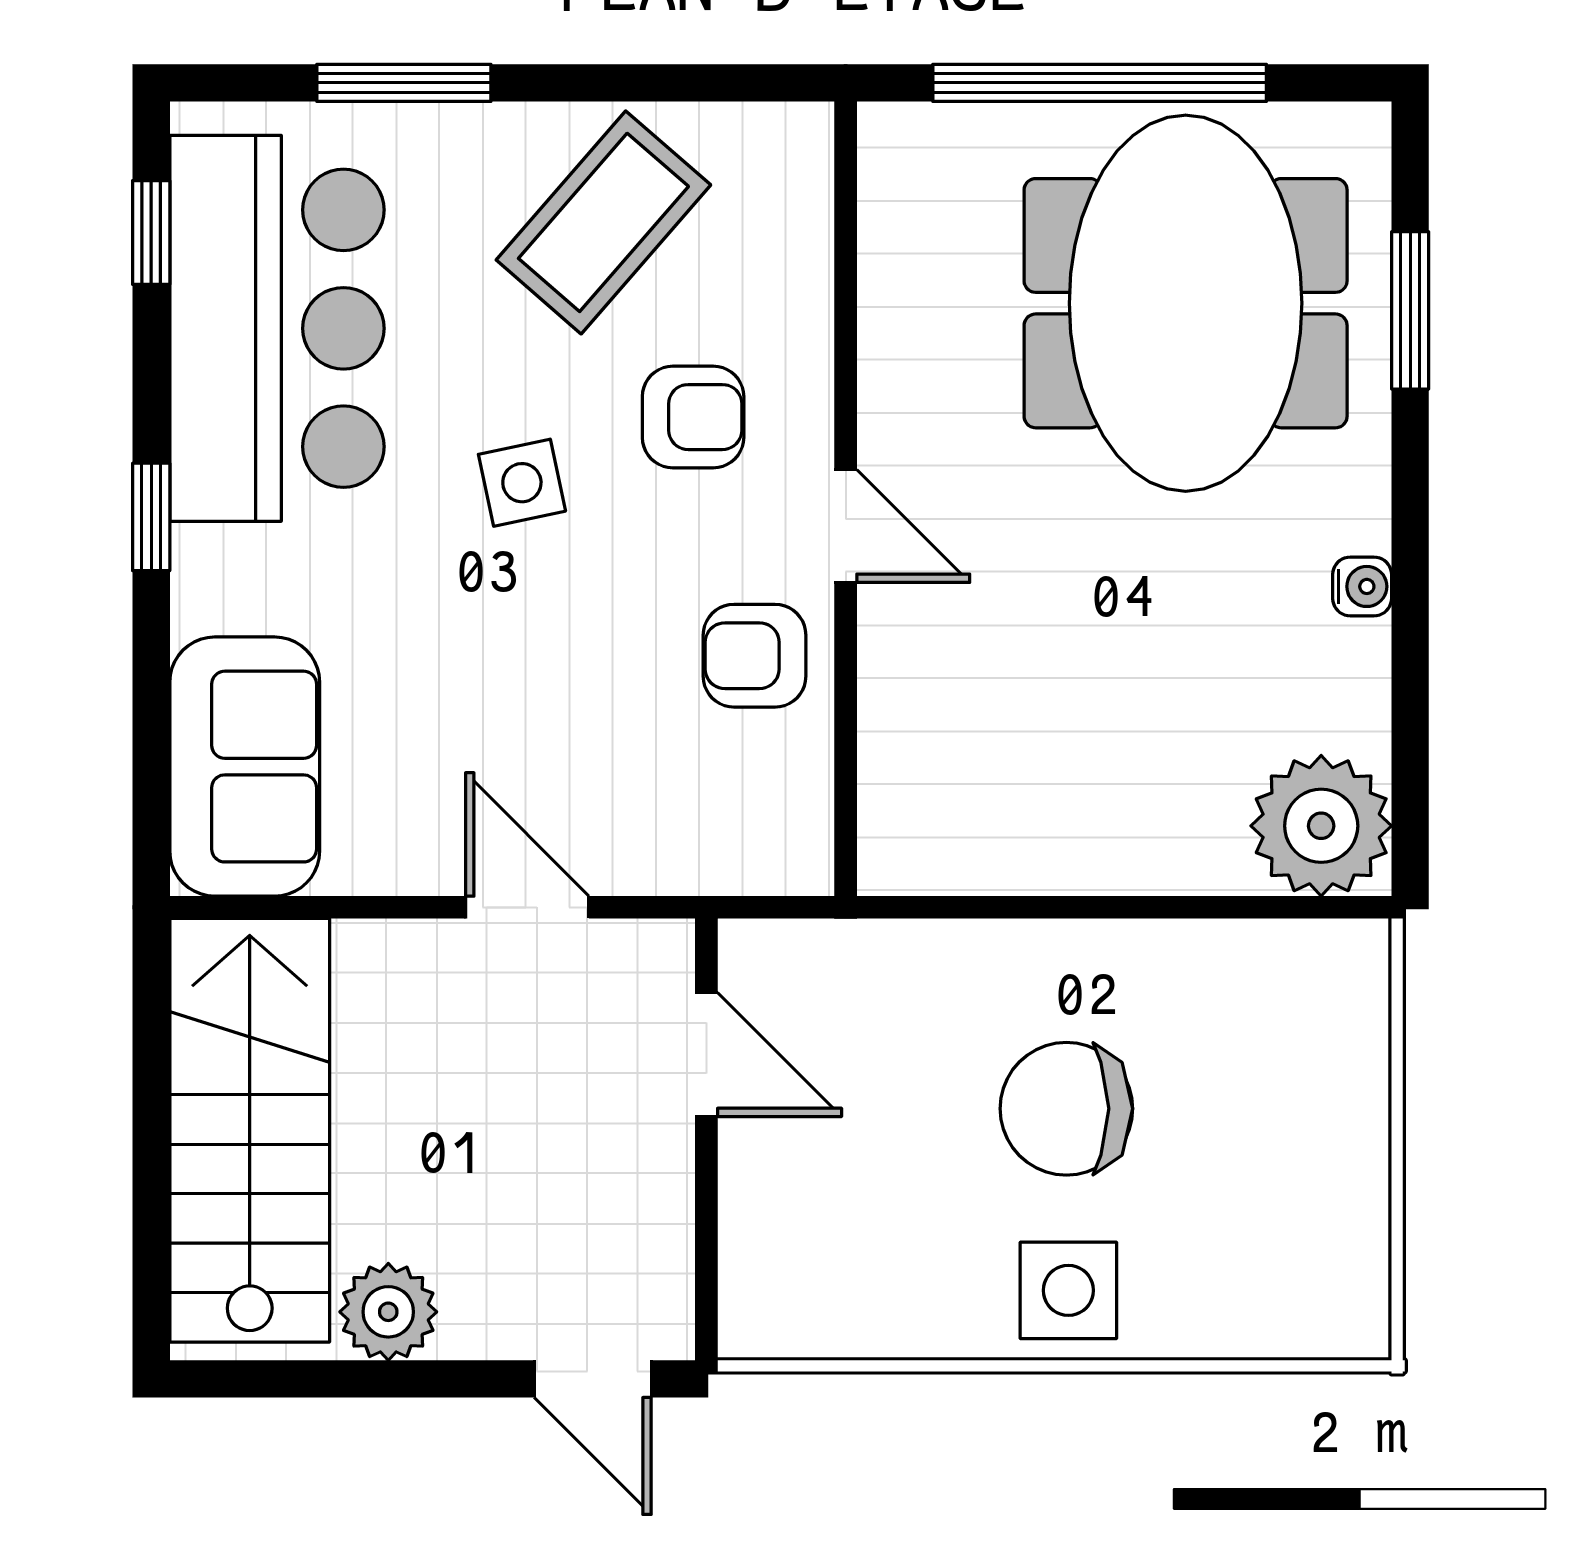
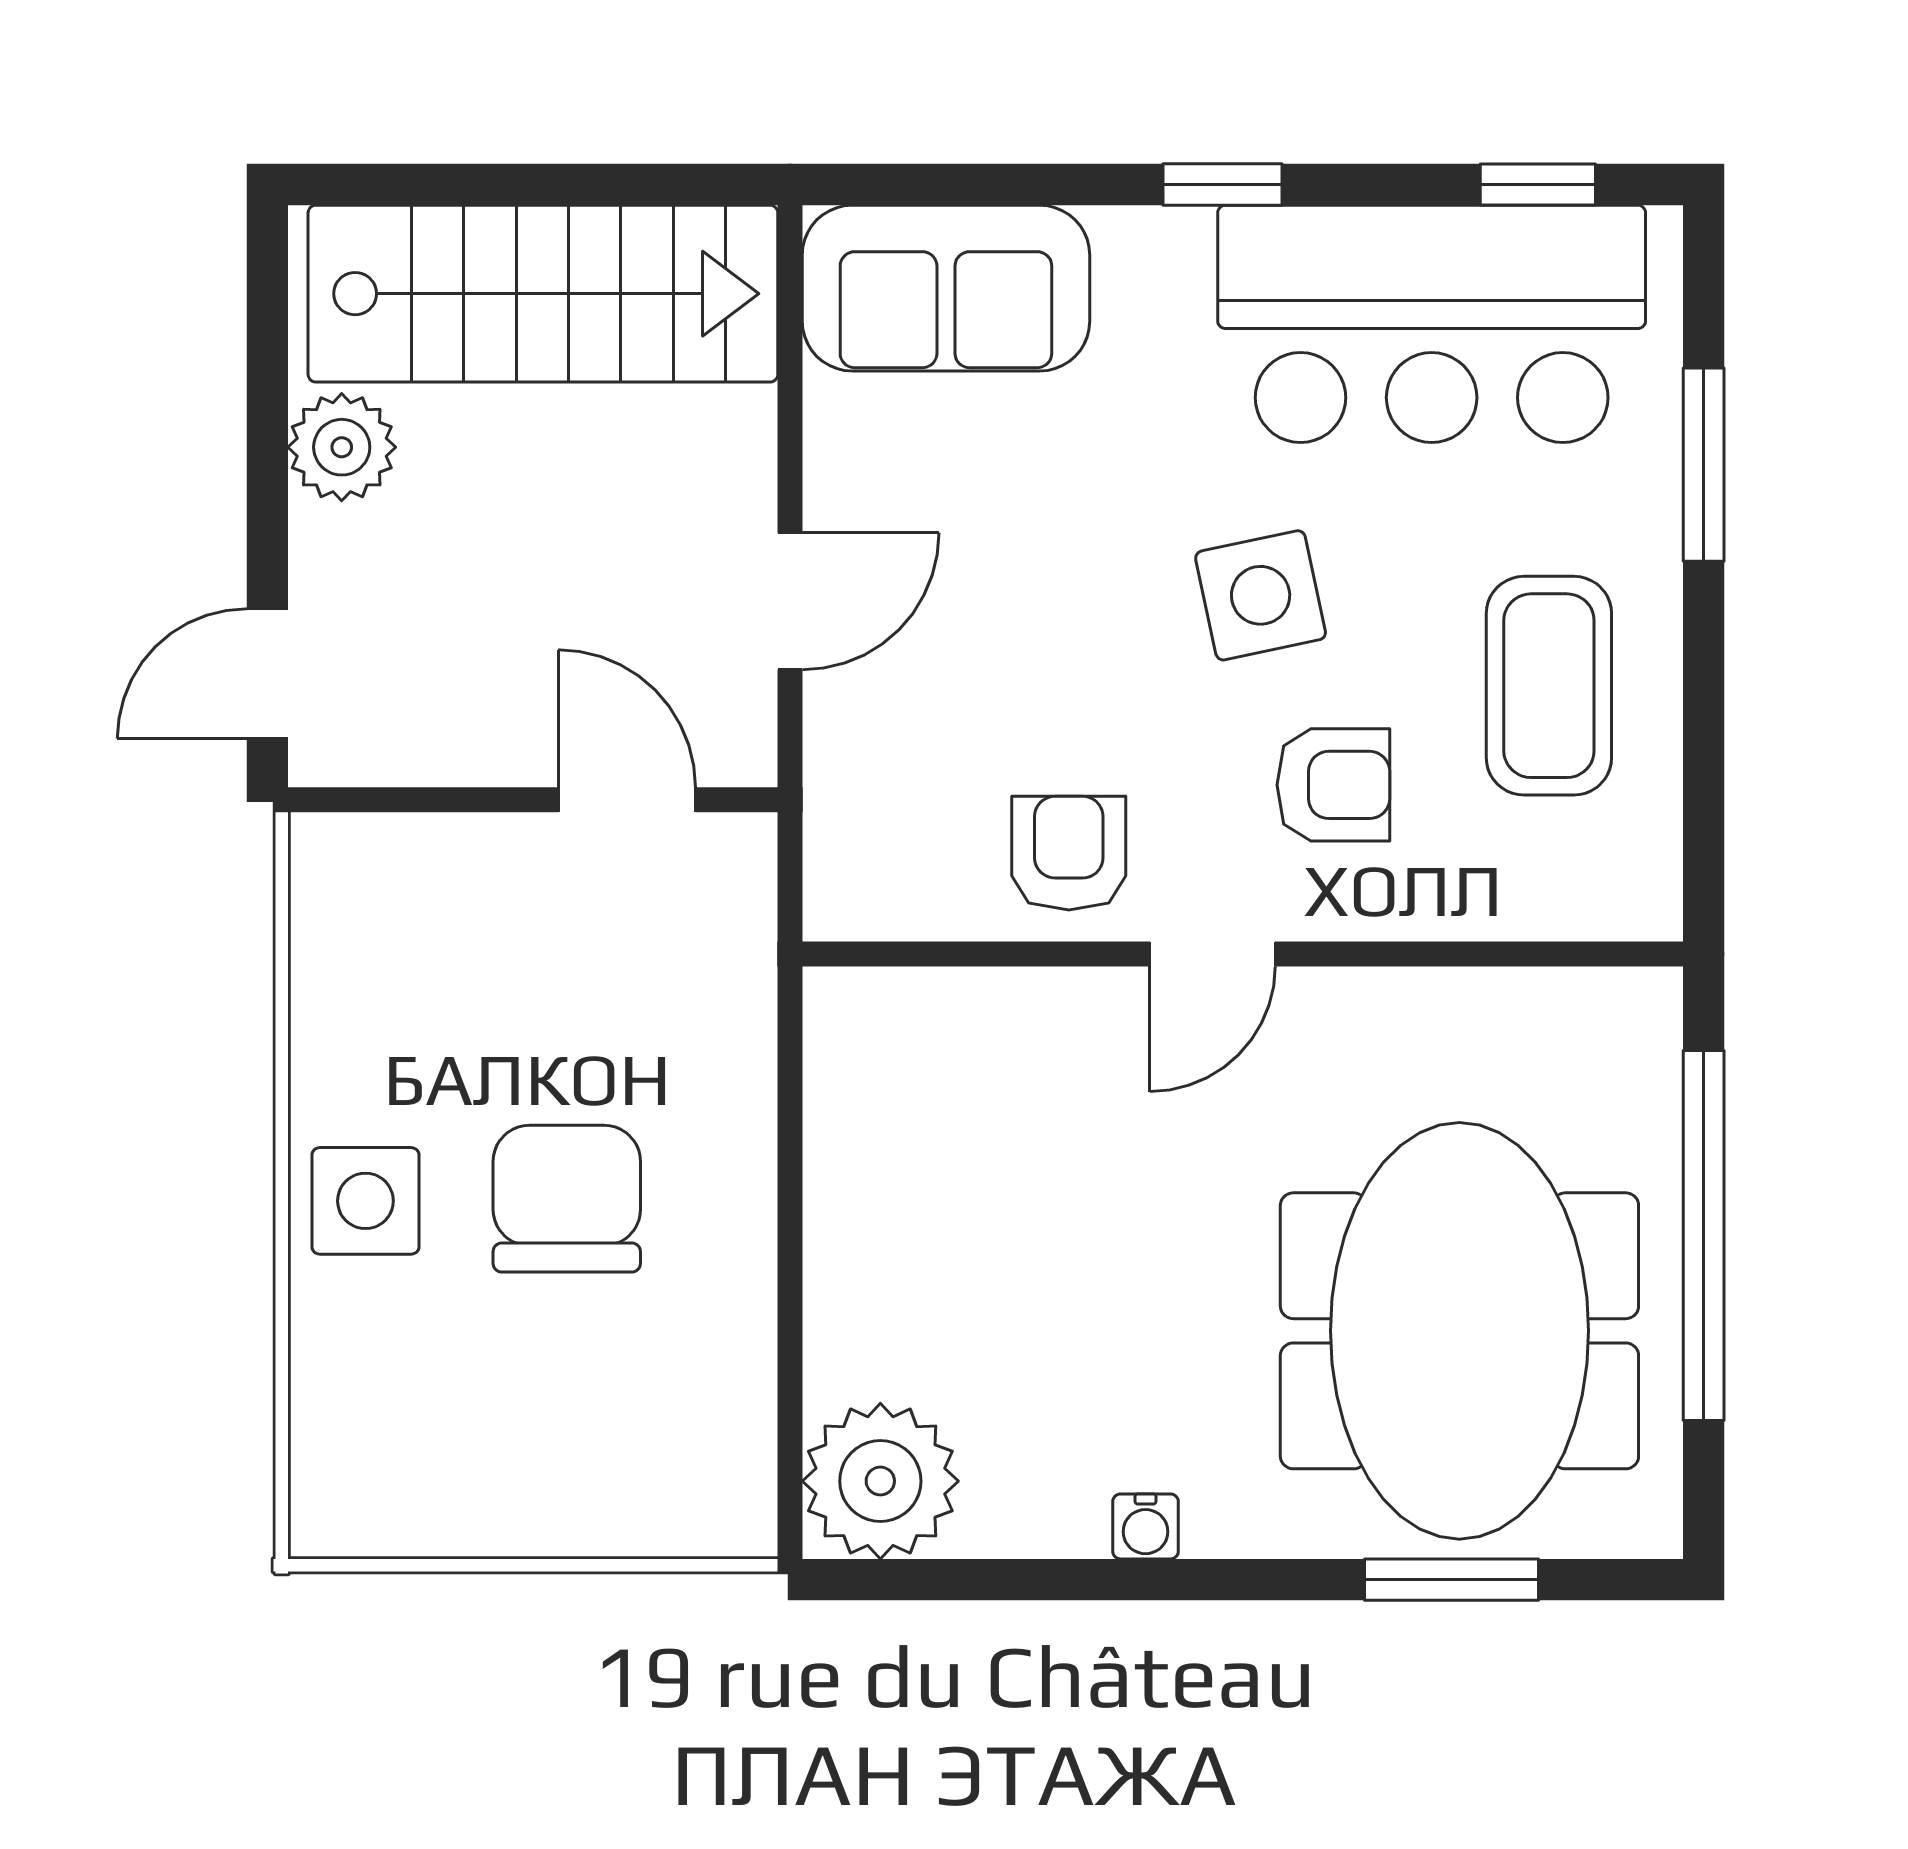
coffee table: (603, 222) -> (1549, 686), turned 49
meeting table: (1186, 303) -> (1459, 1331), turned 90
armchair: (693, 417) -> (1333, 785), turned -90
side table: (522, 483) -> (1261, 595), width x1.37, depth x1.37
door: (706, 1055) -> (627, 800), swing flipped

